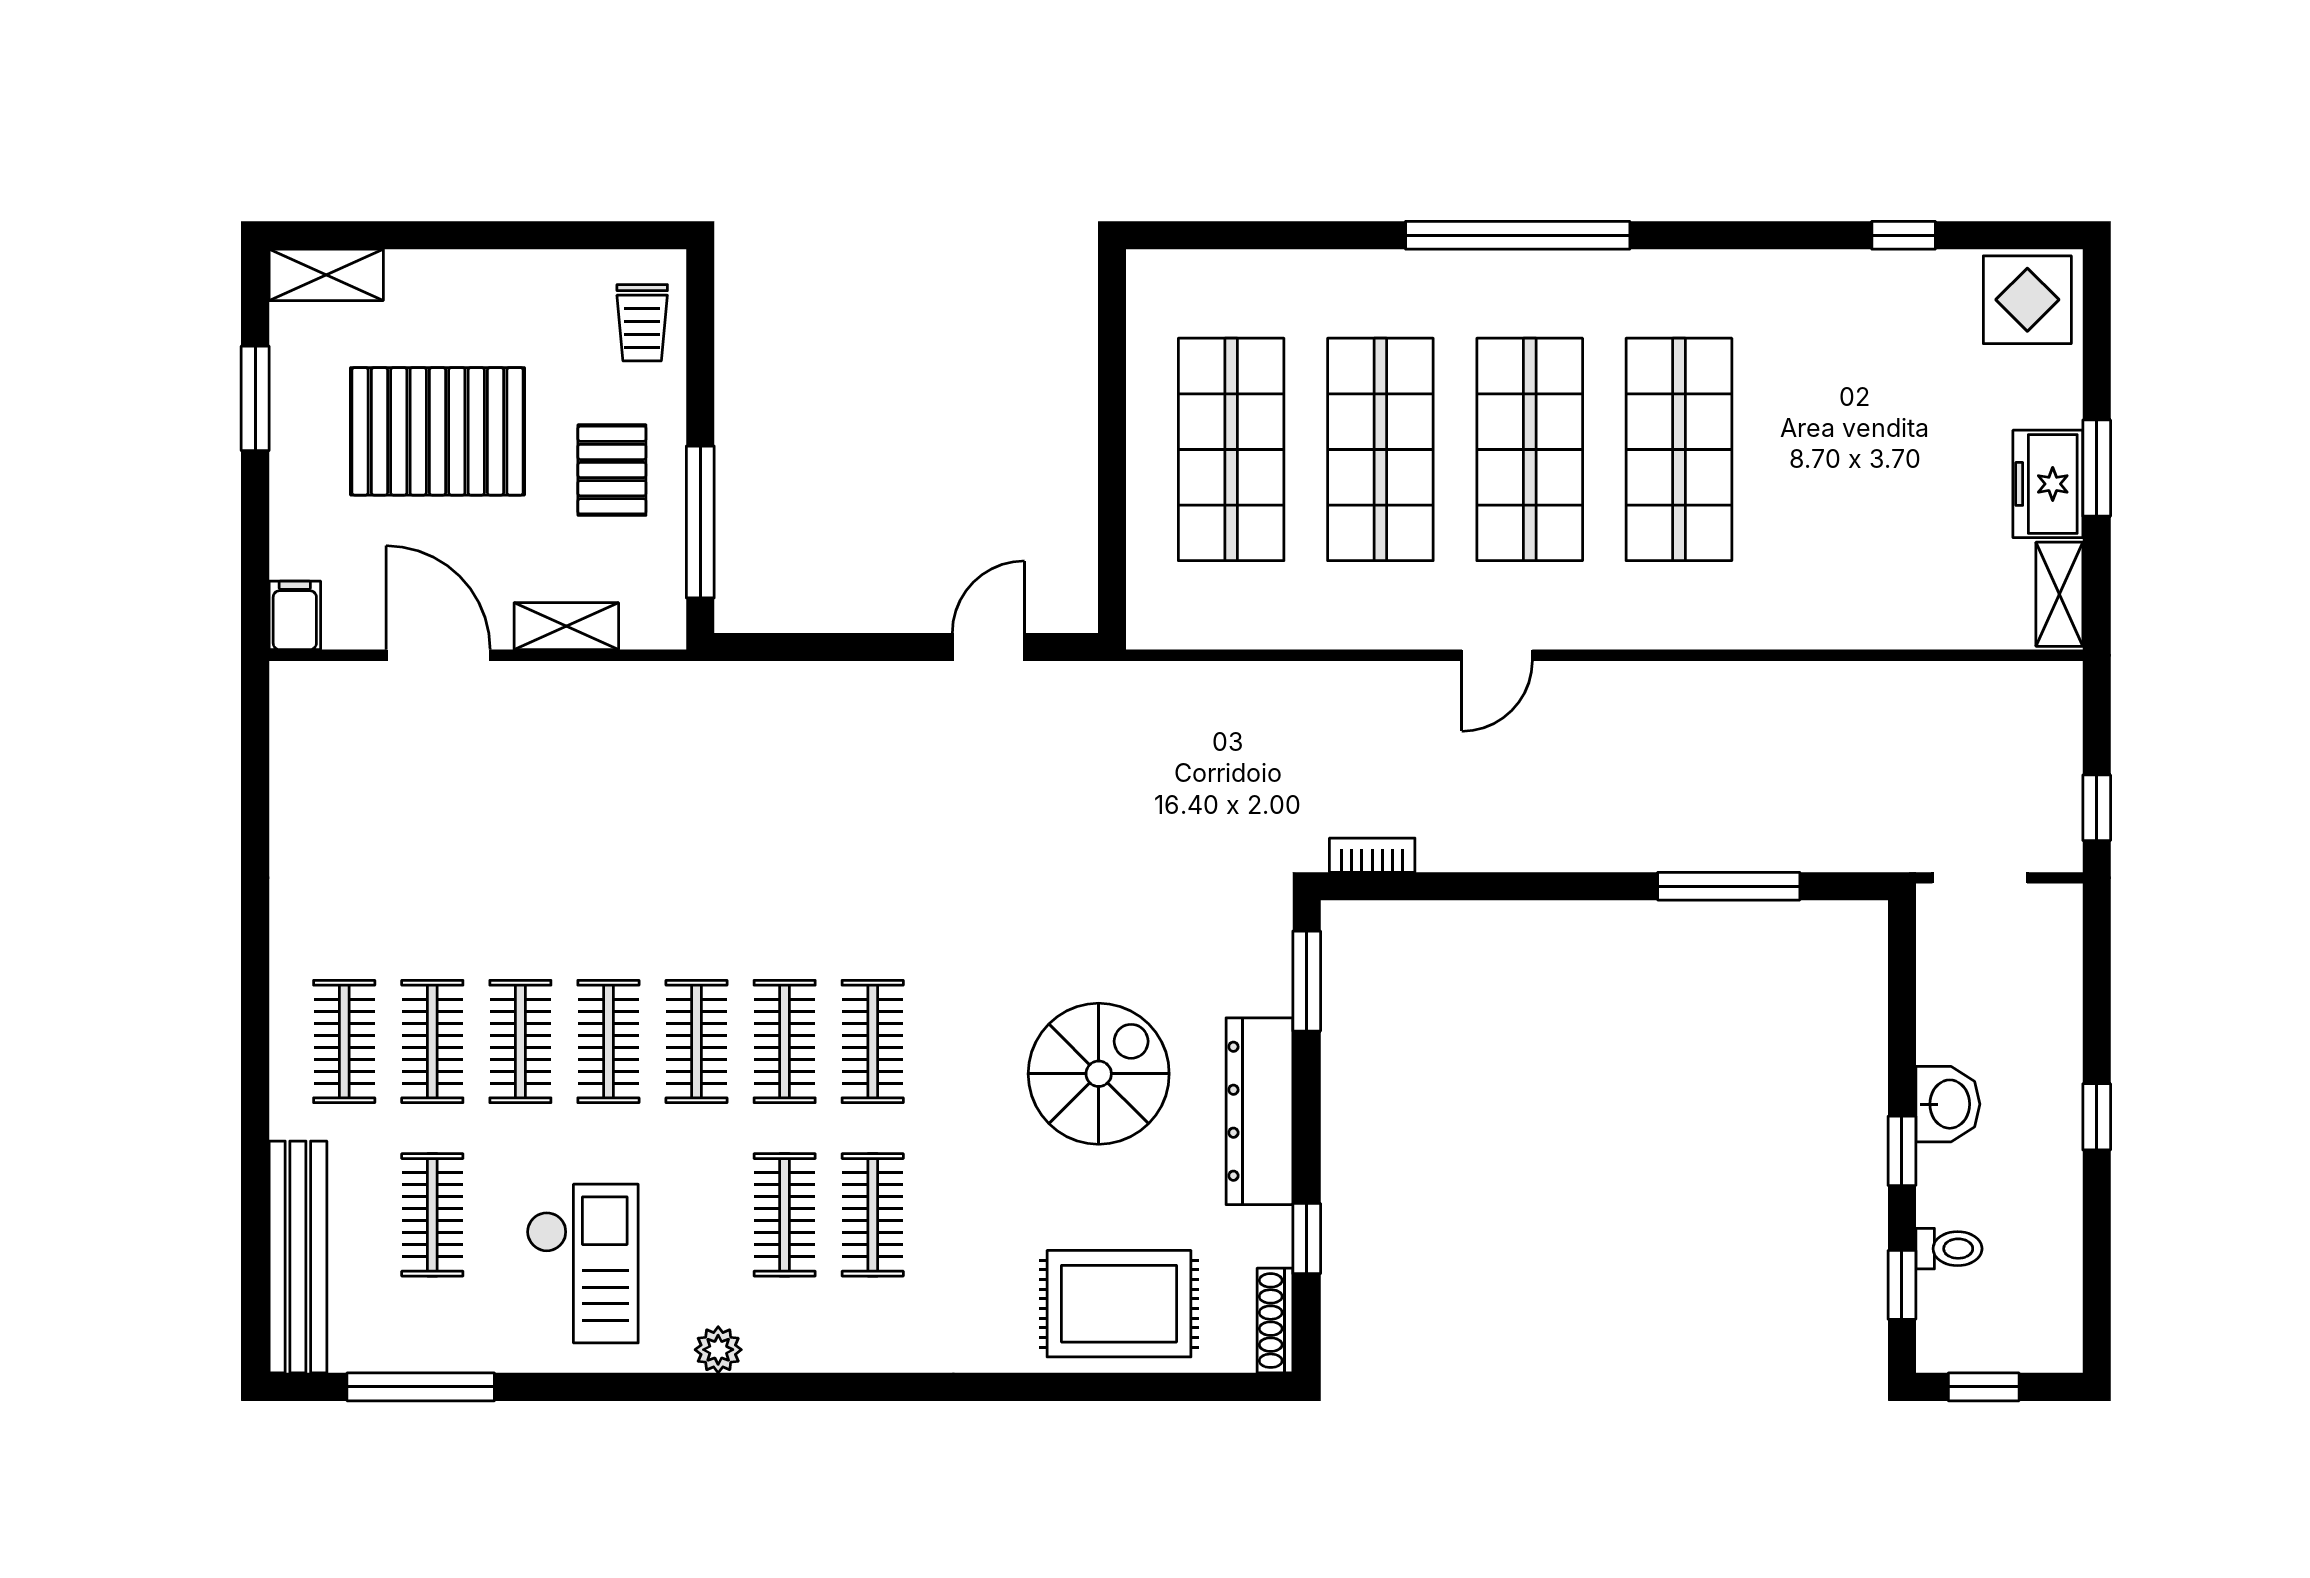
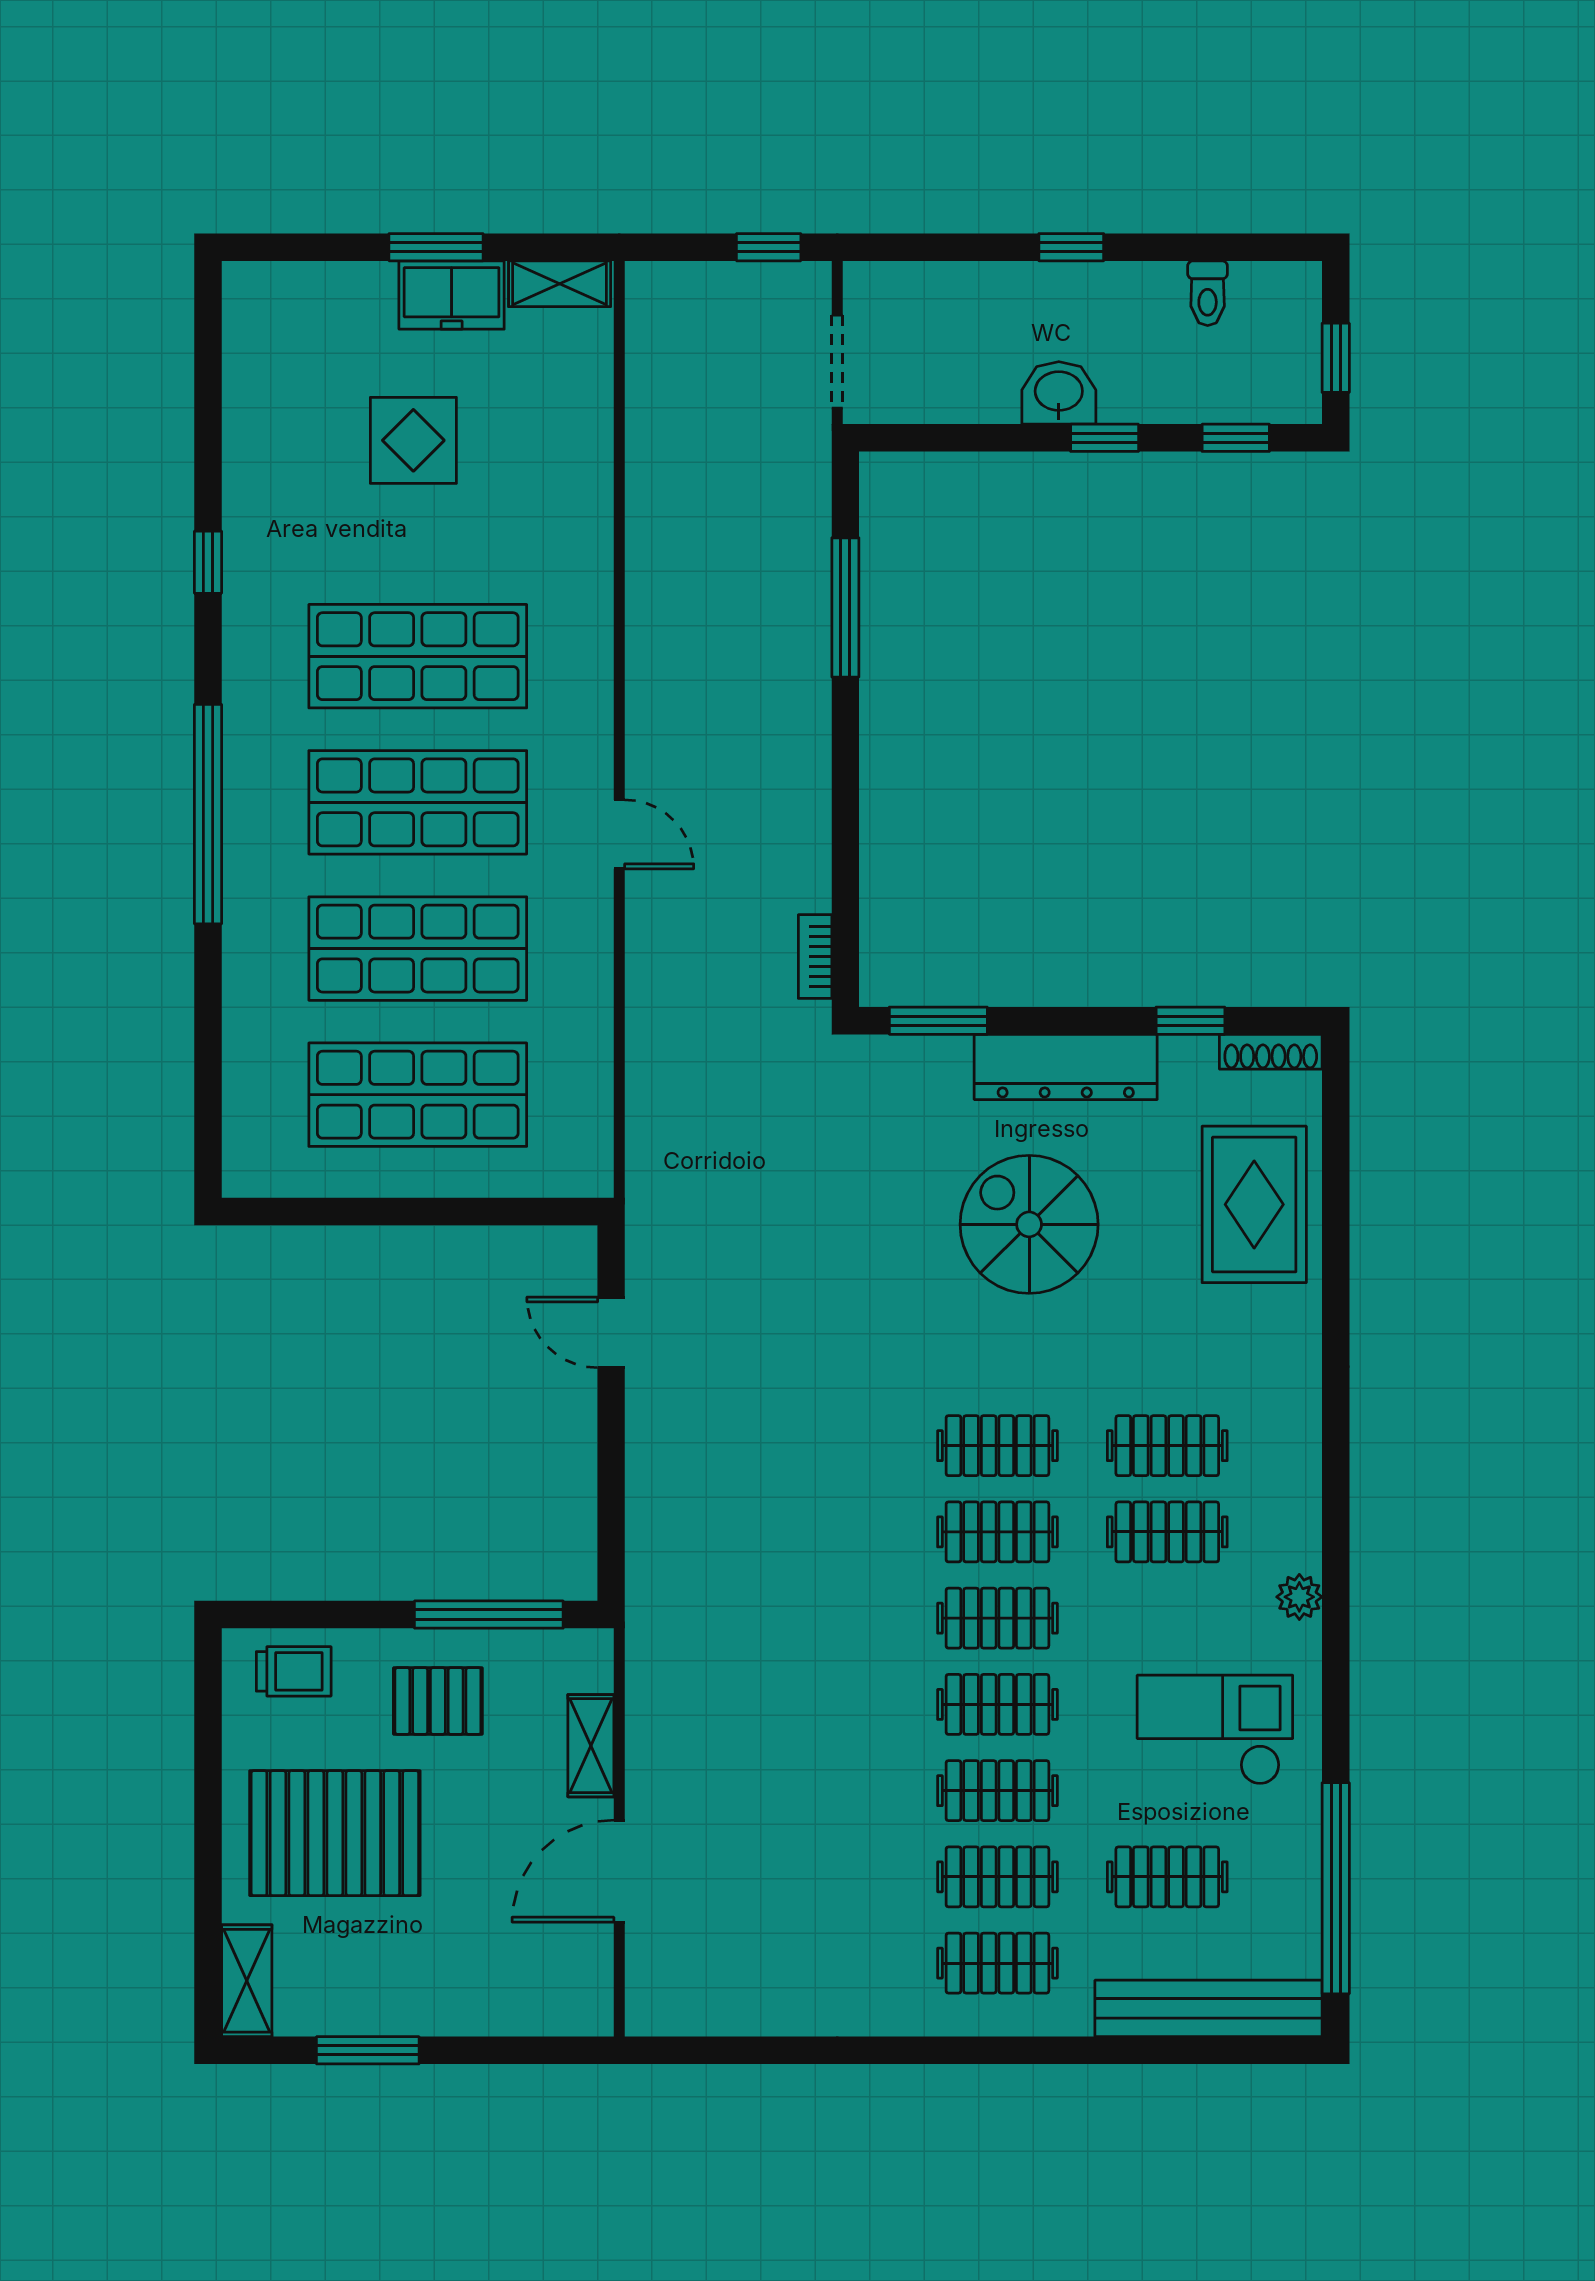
window: (1904, 235) -> (208, 562), moved
display table: (2027, 300) -> (413, 440), moved
pallet: (438, 431) -> (335, 1833), moved, turned 90
filing cabinet: (295, 615) -> (580, 2012), removed
toilet: (1949, 1249) -> (1208, 293), moved, turned 180
window: (421, 1387) -> (1336, 1888), width x1.46

